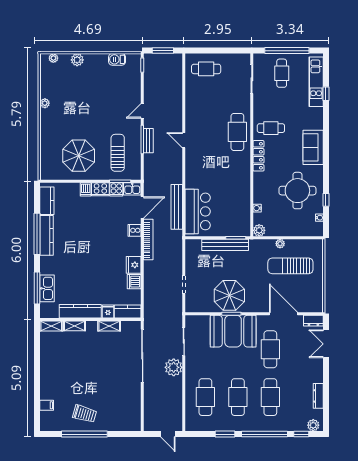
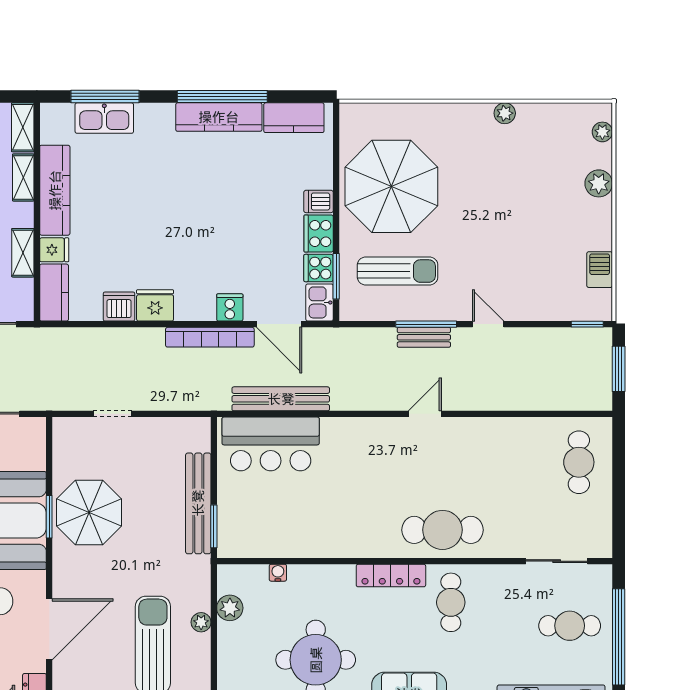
parasol: (79, 156) -> (391, 186), width x1.36, depth x1.36
plant: (259, 230) -> (230, 608), moved

